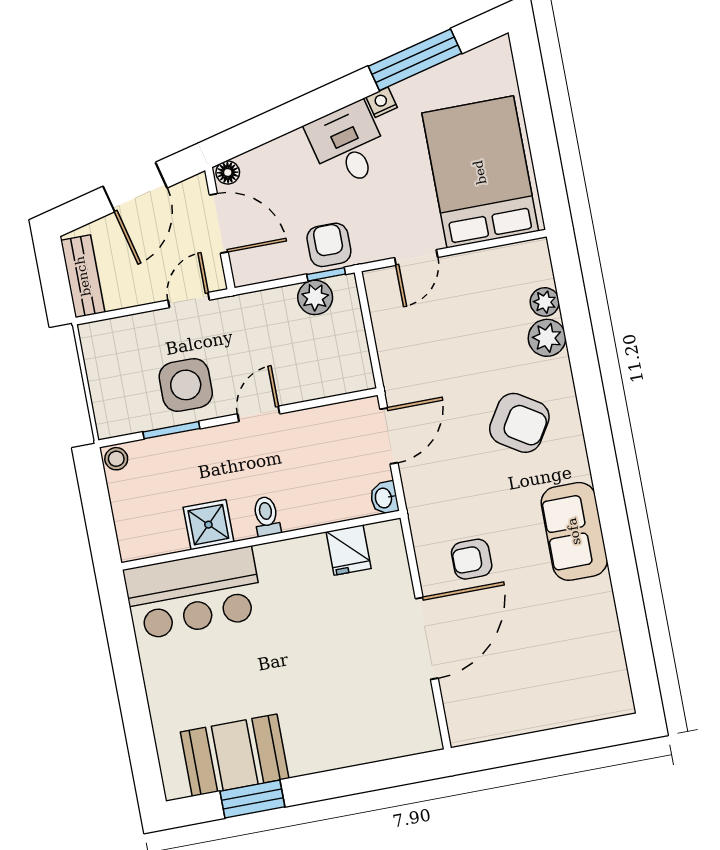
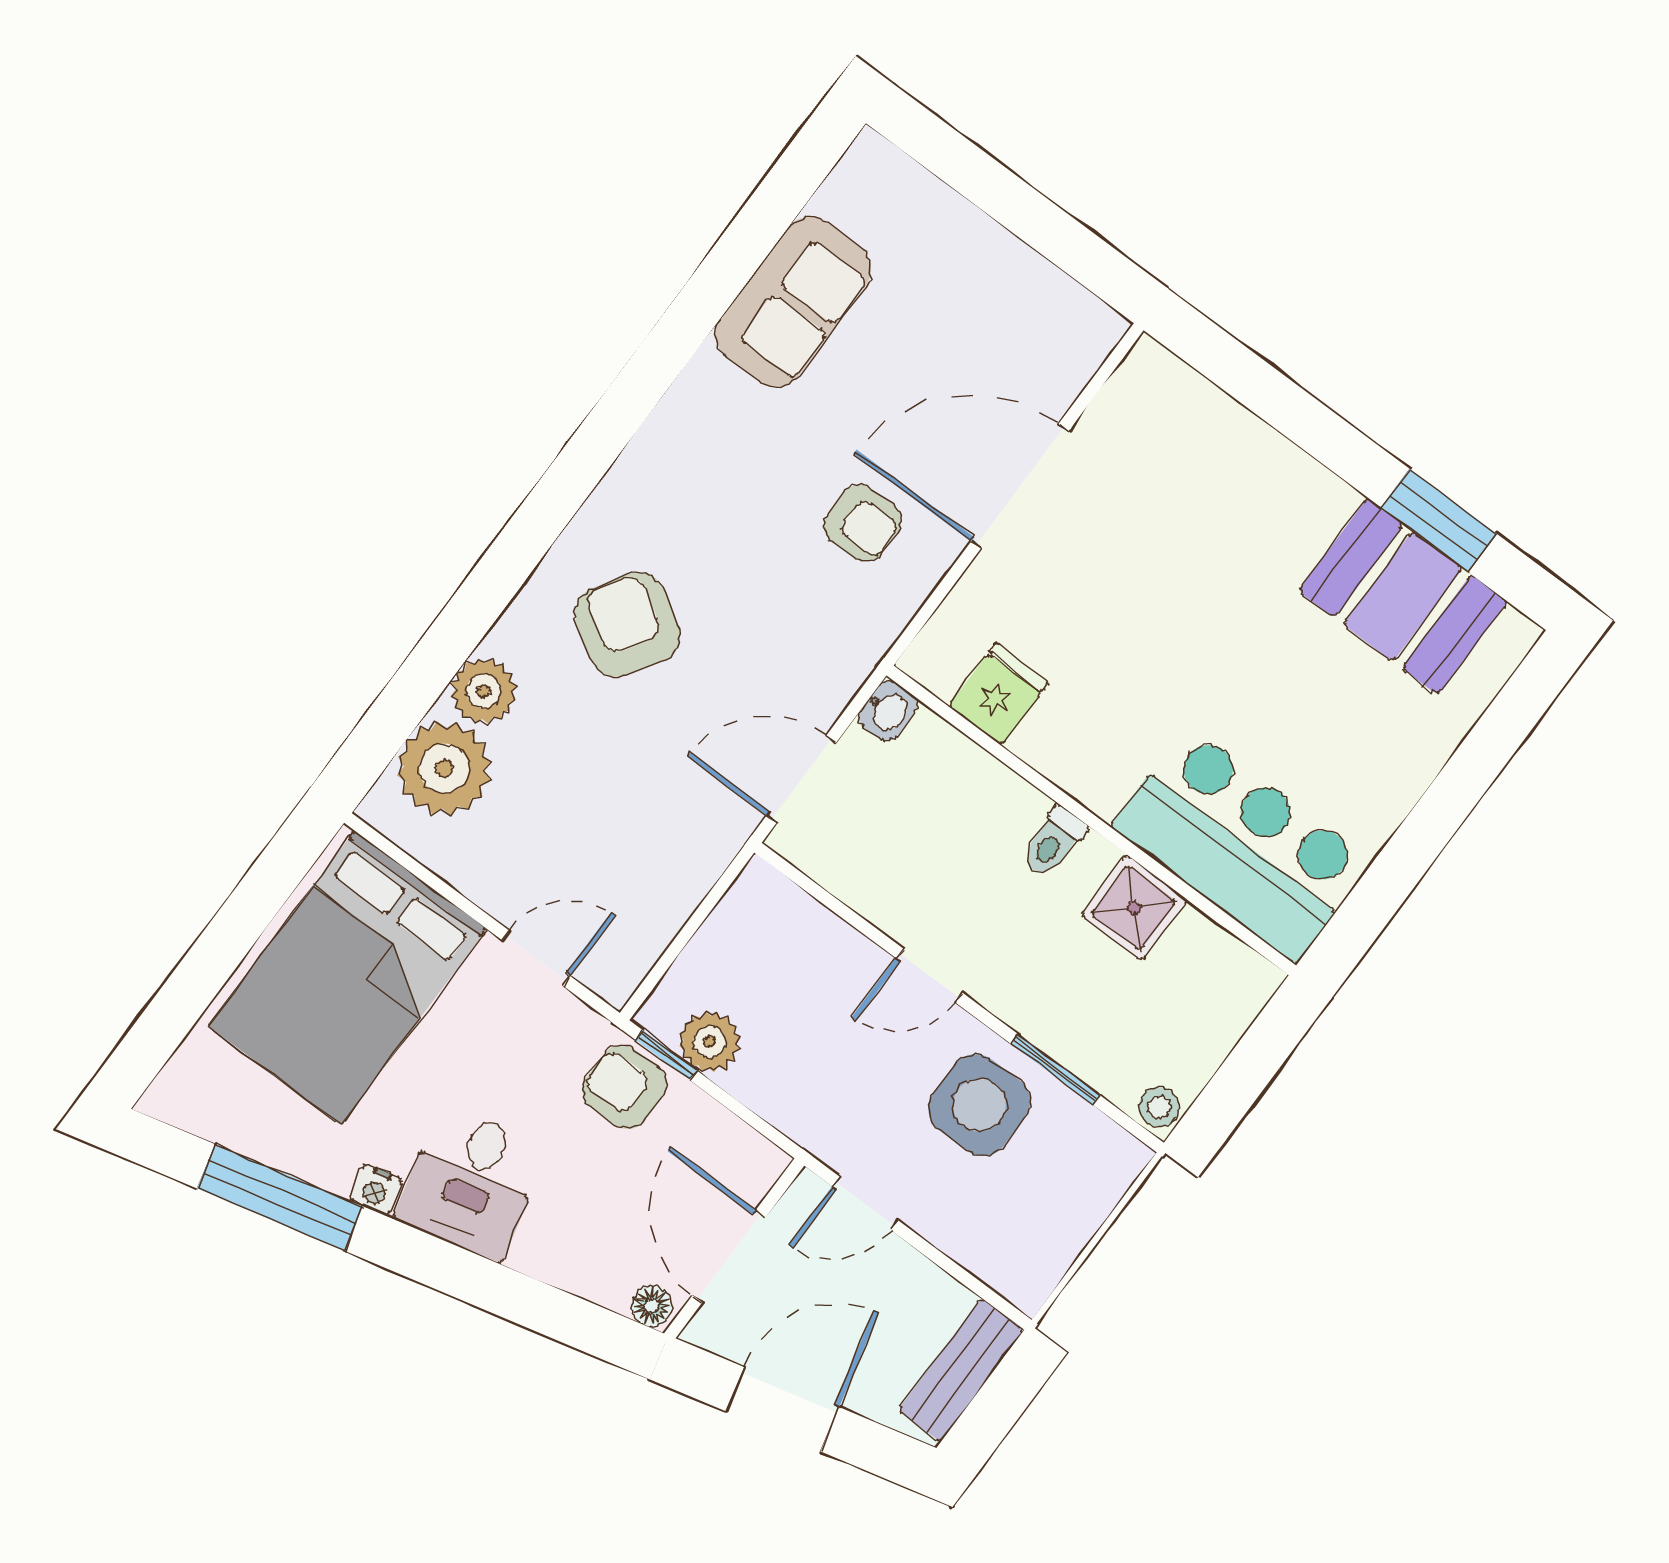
armchair: (329, 245) -> (625, 1087), turned 90
plant: (545, 302) -> (444, 768), width x1.87, depth x1.87
sofa: (574, 531) -> (793, 302), moved

